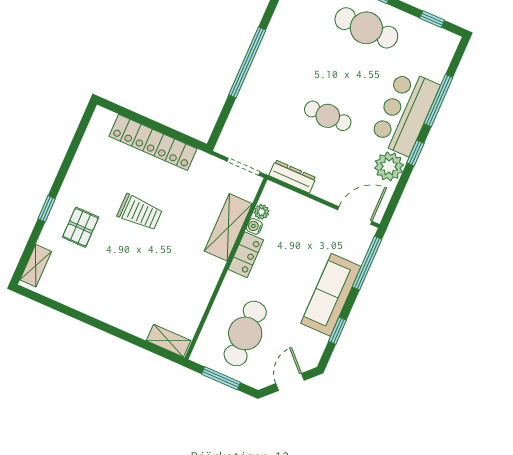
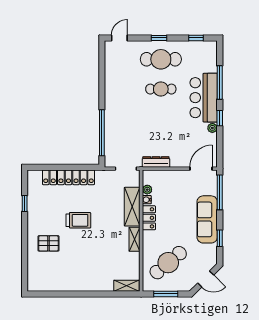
window: (247, 62) -> (102, 133), moved
cafe table: (328, 116) -> (161, 89), moved
plant: (389, 166) -> (212, 128), width x0.53, depth x0.53
window: (47, 209) -> (25, 203), moved
pallet: (81, 227) -> (48, 243), turned 90
shelving: (36, 266) -> (135, 239), moved
cafe table: (245, 333) -> (168, 263), turned 50
door: (290, 382) -> (206, 279), swing flipped

